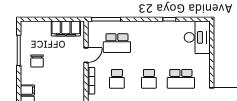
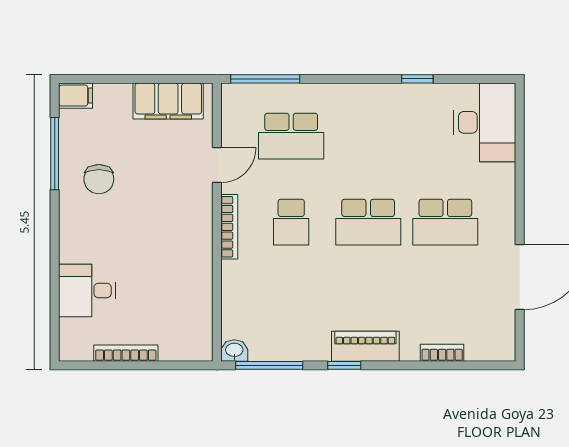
school desk: (149, 79) -> (368, 222), width x1.85
filing cabinet: (27, 90) -> (76, 96), moved

